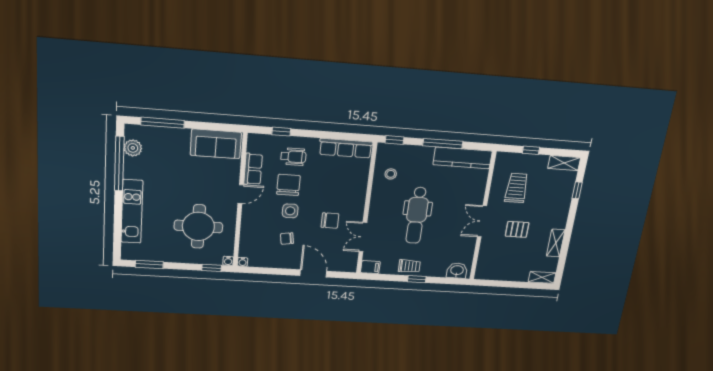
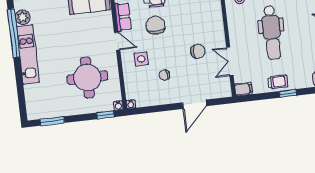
door: (241, 194) -> (117, 41), hinge flipped
kitchen unit: (132, 211) -> (28, 54), moved
side table: (290, 211) -> (141, 59), moved
door: (313, 273) -> (195, 104), swing flipped

